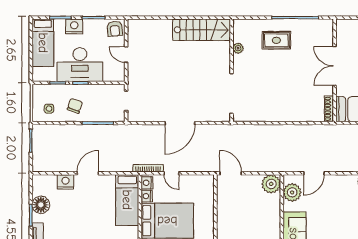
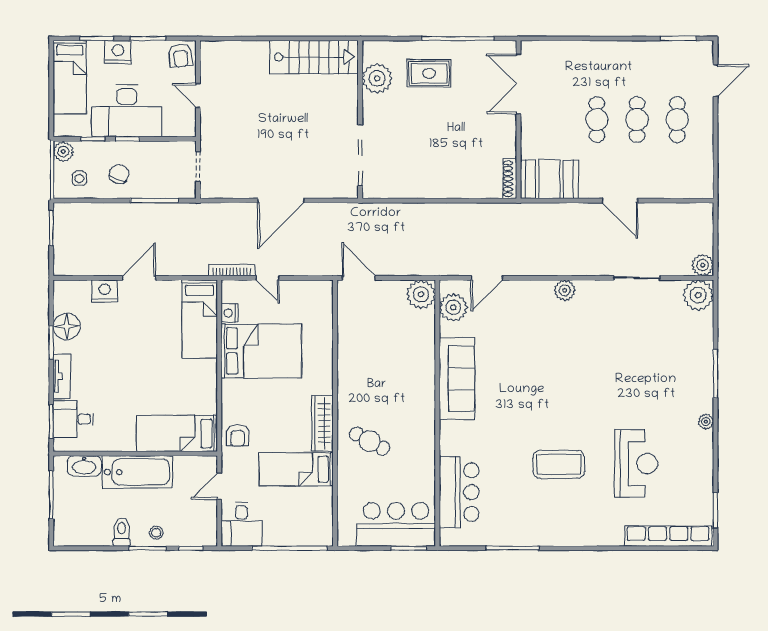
plant: (238, 48) -> (377, 78), width x1.88, depth x1.88
double door: (335, 66) -> (519, 84), moved
plant: (39, 91) -> (63, 152), added
nightstand: (147, 183) -> (230, 293), removed

